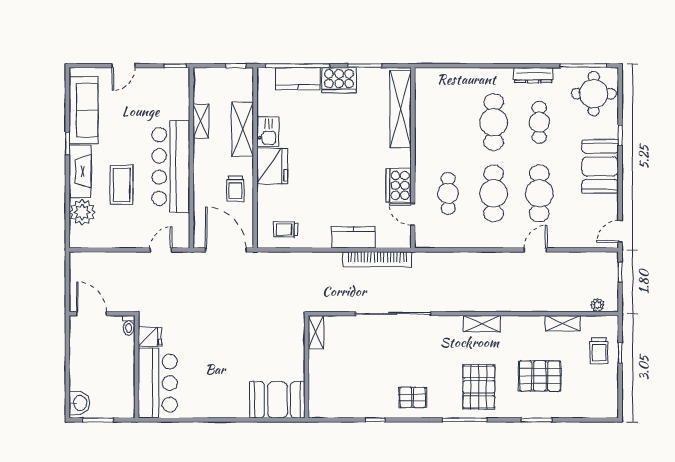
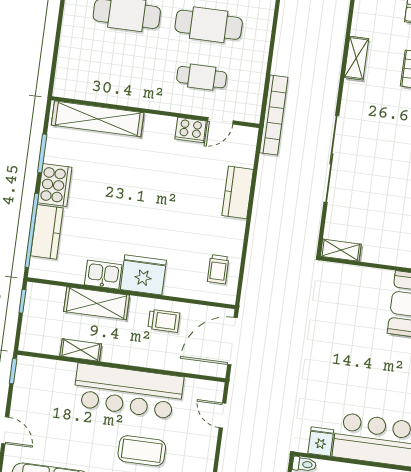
cooker: (399, 185) -> (191, 130), width x0.73, depth x0.76
bookcase: (377, 259) -> (274, 115), moved

